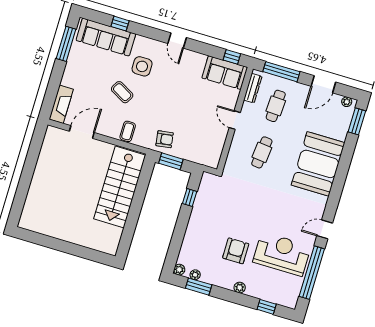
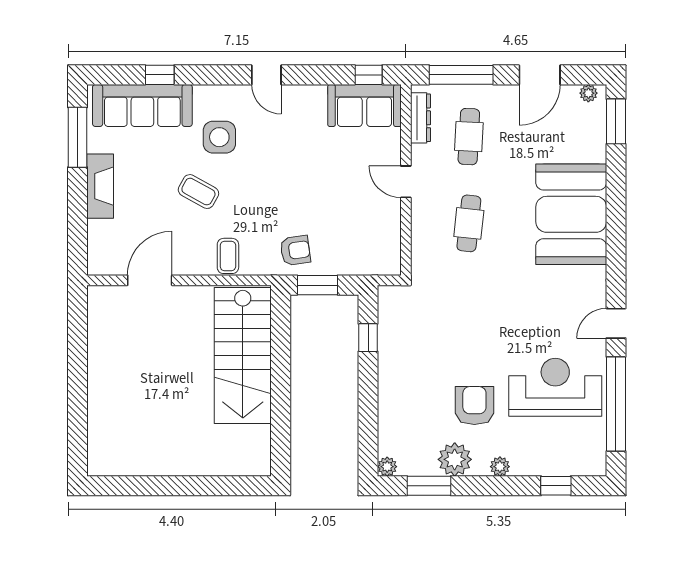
fireplace: (61, 104) -> (100, 186), moved
plant: (195, 275) -> (455, 459), moved, width x1.88, depth x1.88

